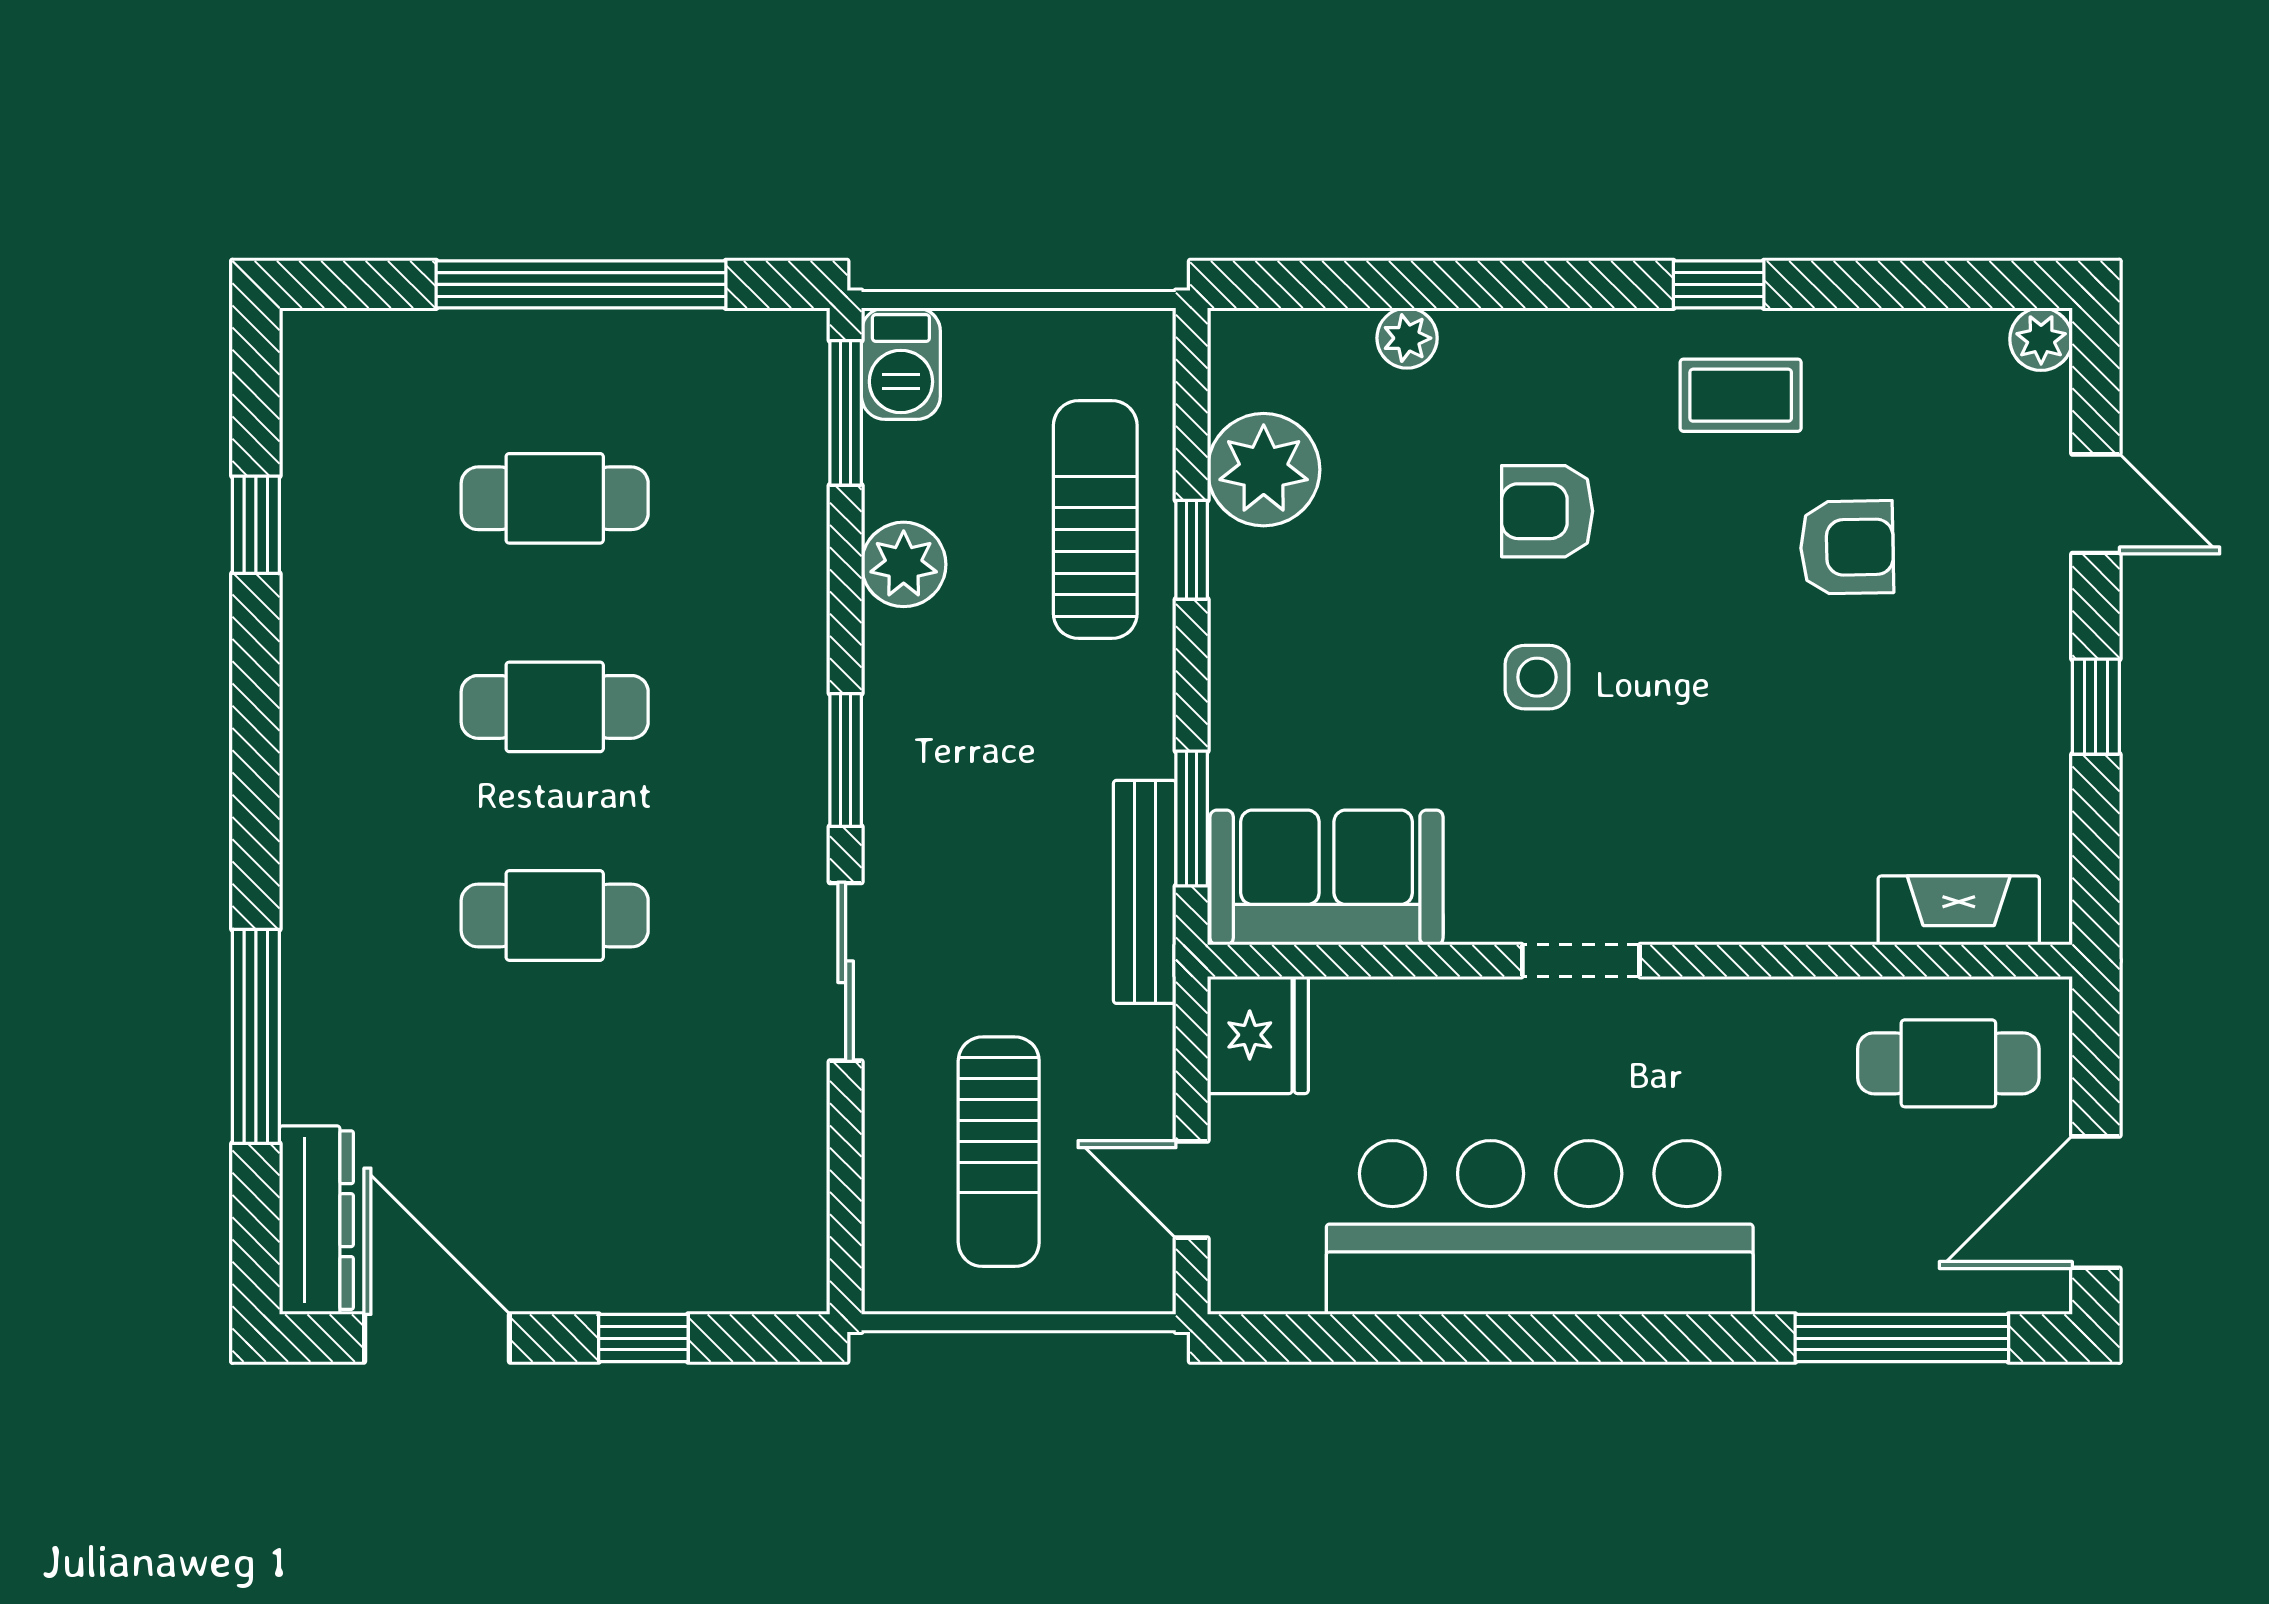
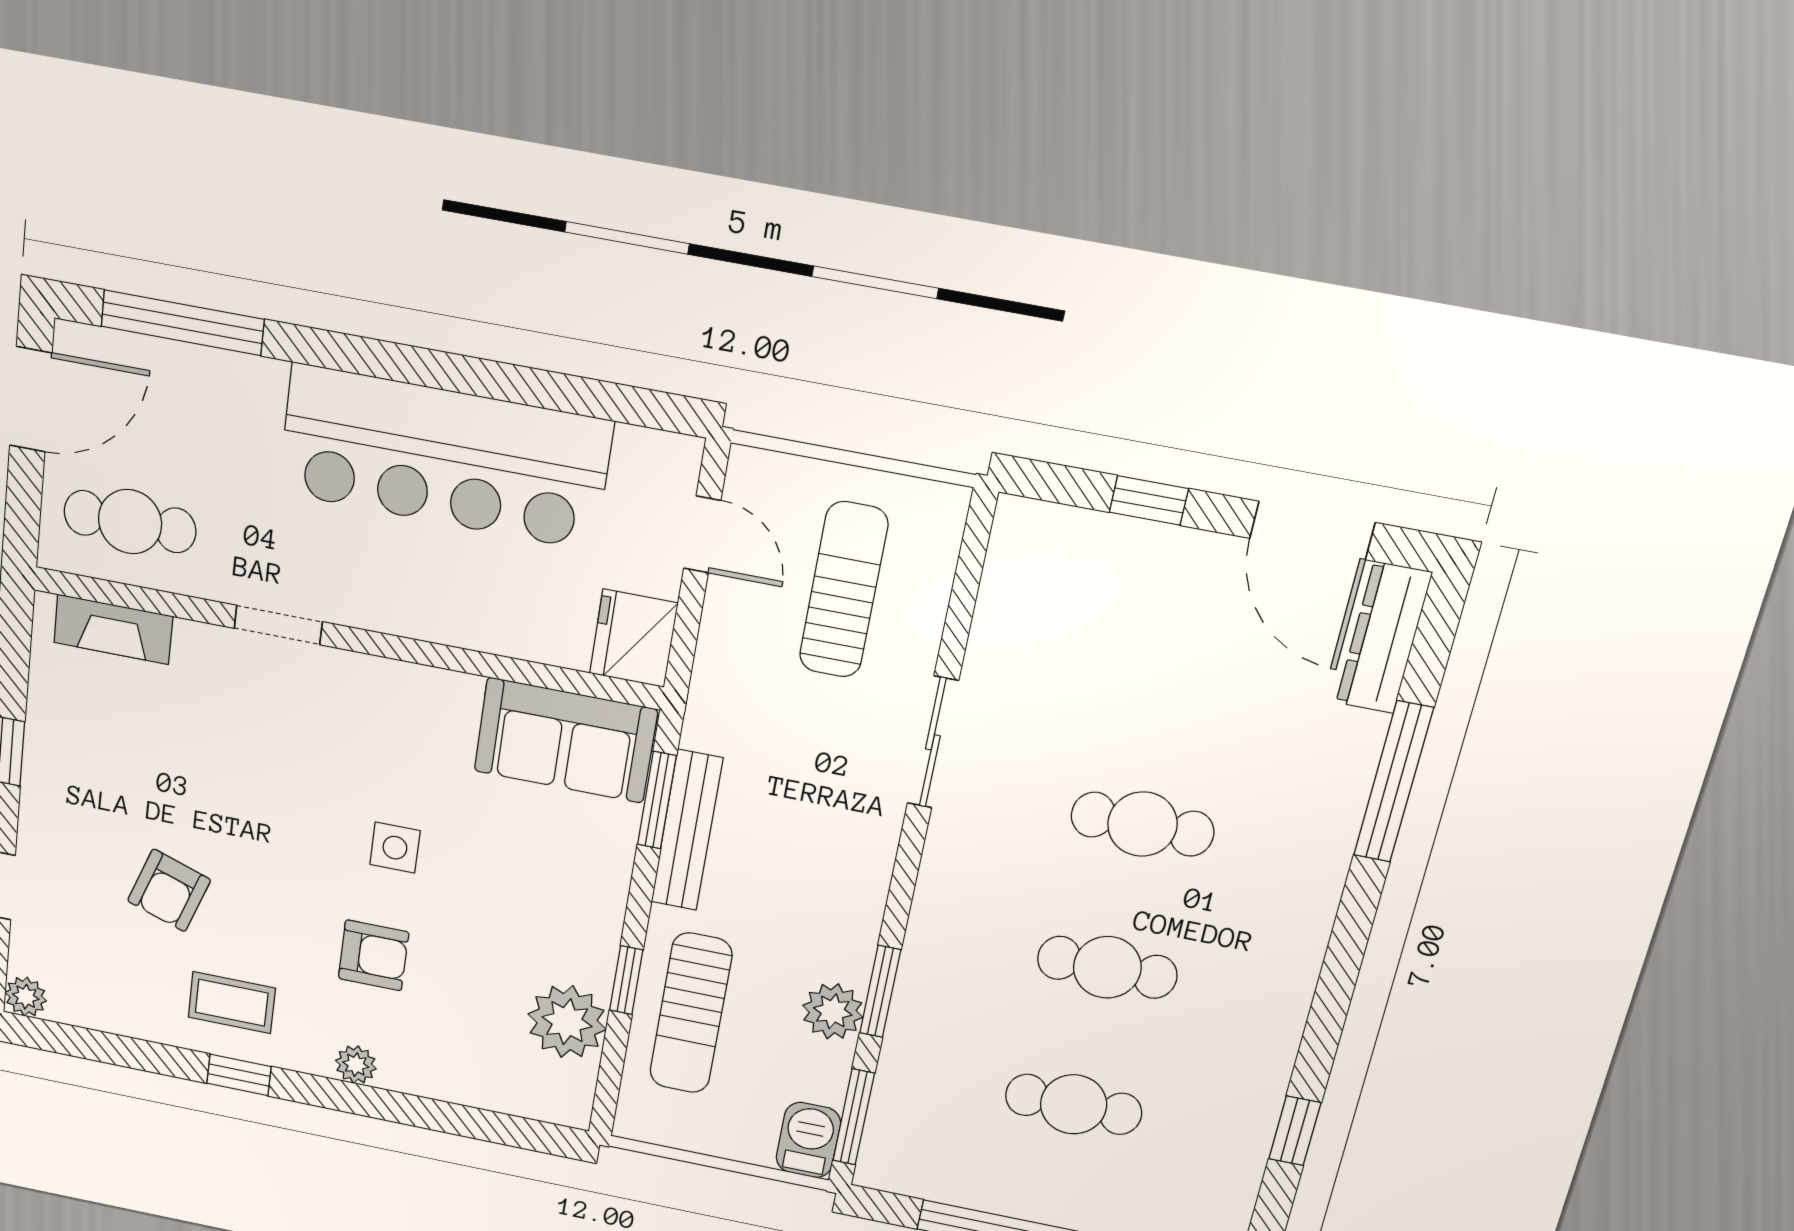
plant: (1407, 338) -> (356, 1065), moved
armchair: (1847, 547) -> (169, 890), turned -70
window: (846, 760) -> (880, 991), moved
bench: (1145, 892) -> (687, 830), moved
doorway: (1581, 961) -> (278, 625), moved

